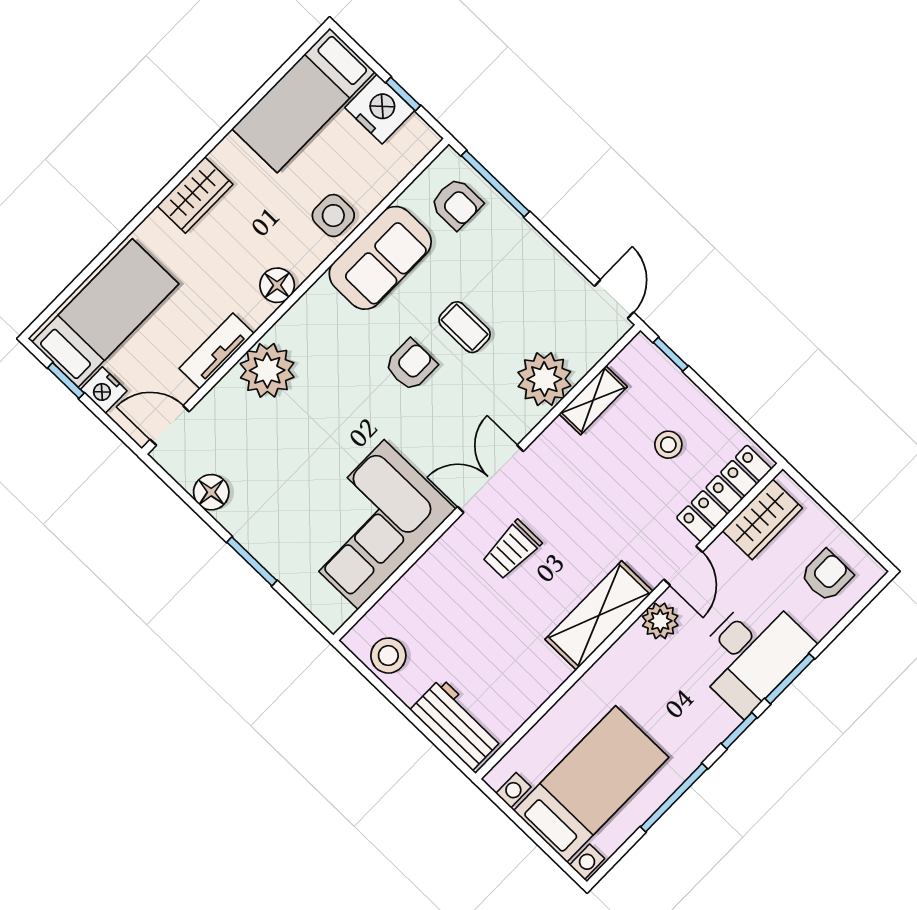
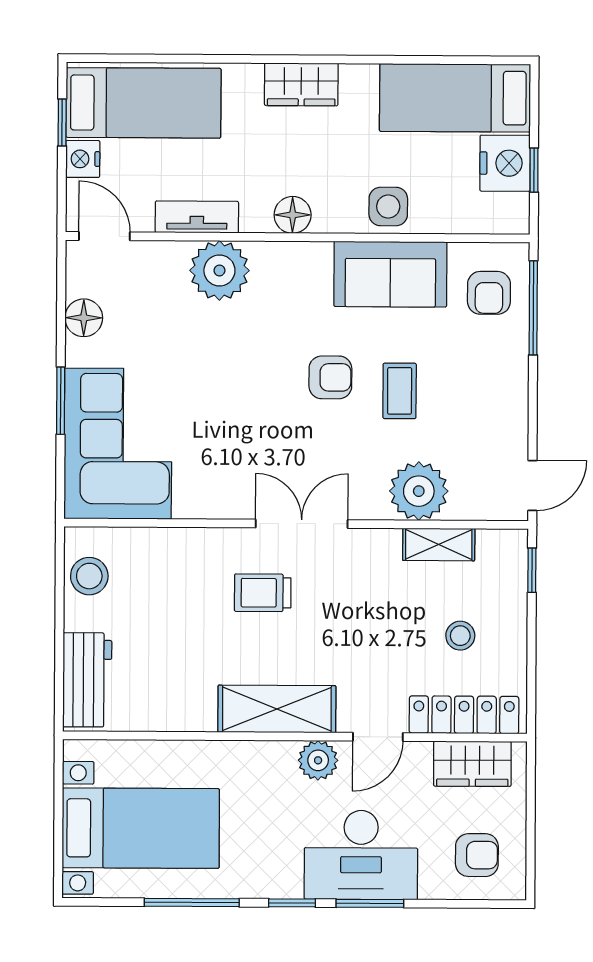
corner sofa: (371, 525) -> (118, 444), moved, turned 90

